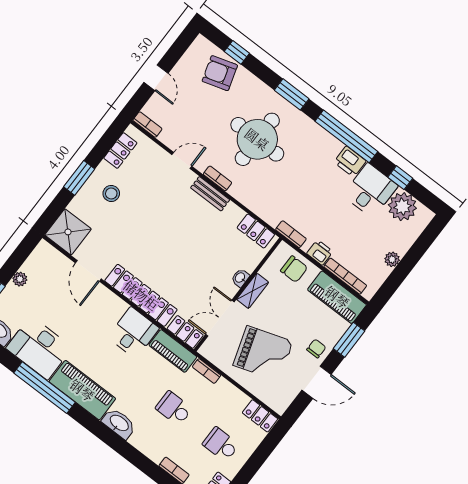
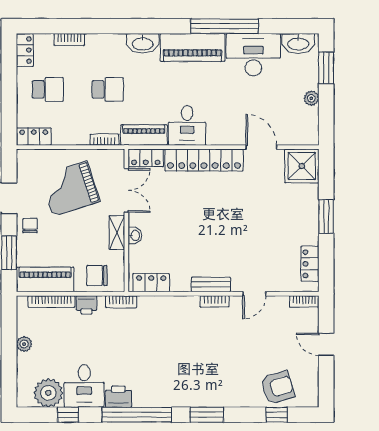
round table: (257, 139) -> (207, 357), removed
stool: (111, 193) -> (291, 224), removed
chair: (316, 348) -> (30, 226), turned 180

